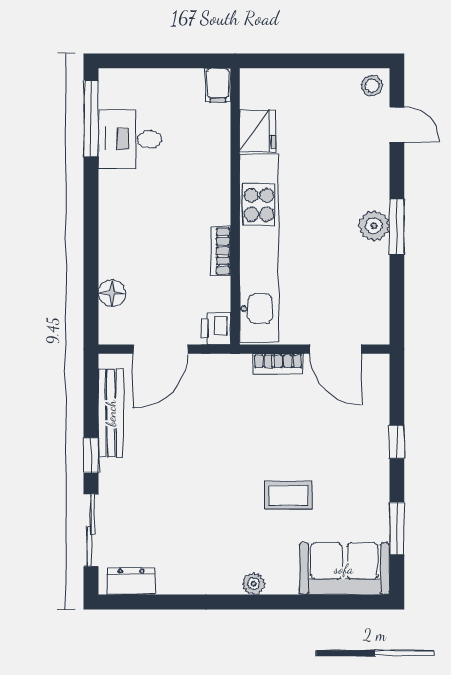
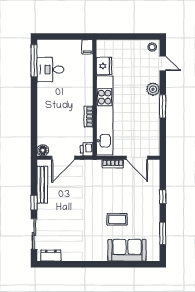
plant: (374, 226) -> (153, 89), moved
floor lamp: (112, 293) -> (43, 150), moved
sofa: (344, 569) -> (127, 250), moved
plant: (253, 584) -> (102, 256), removed

